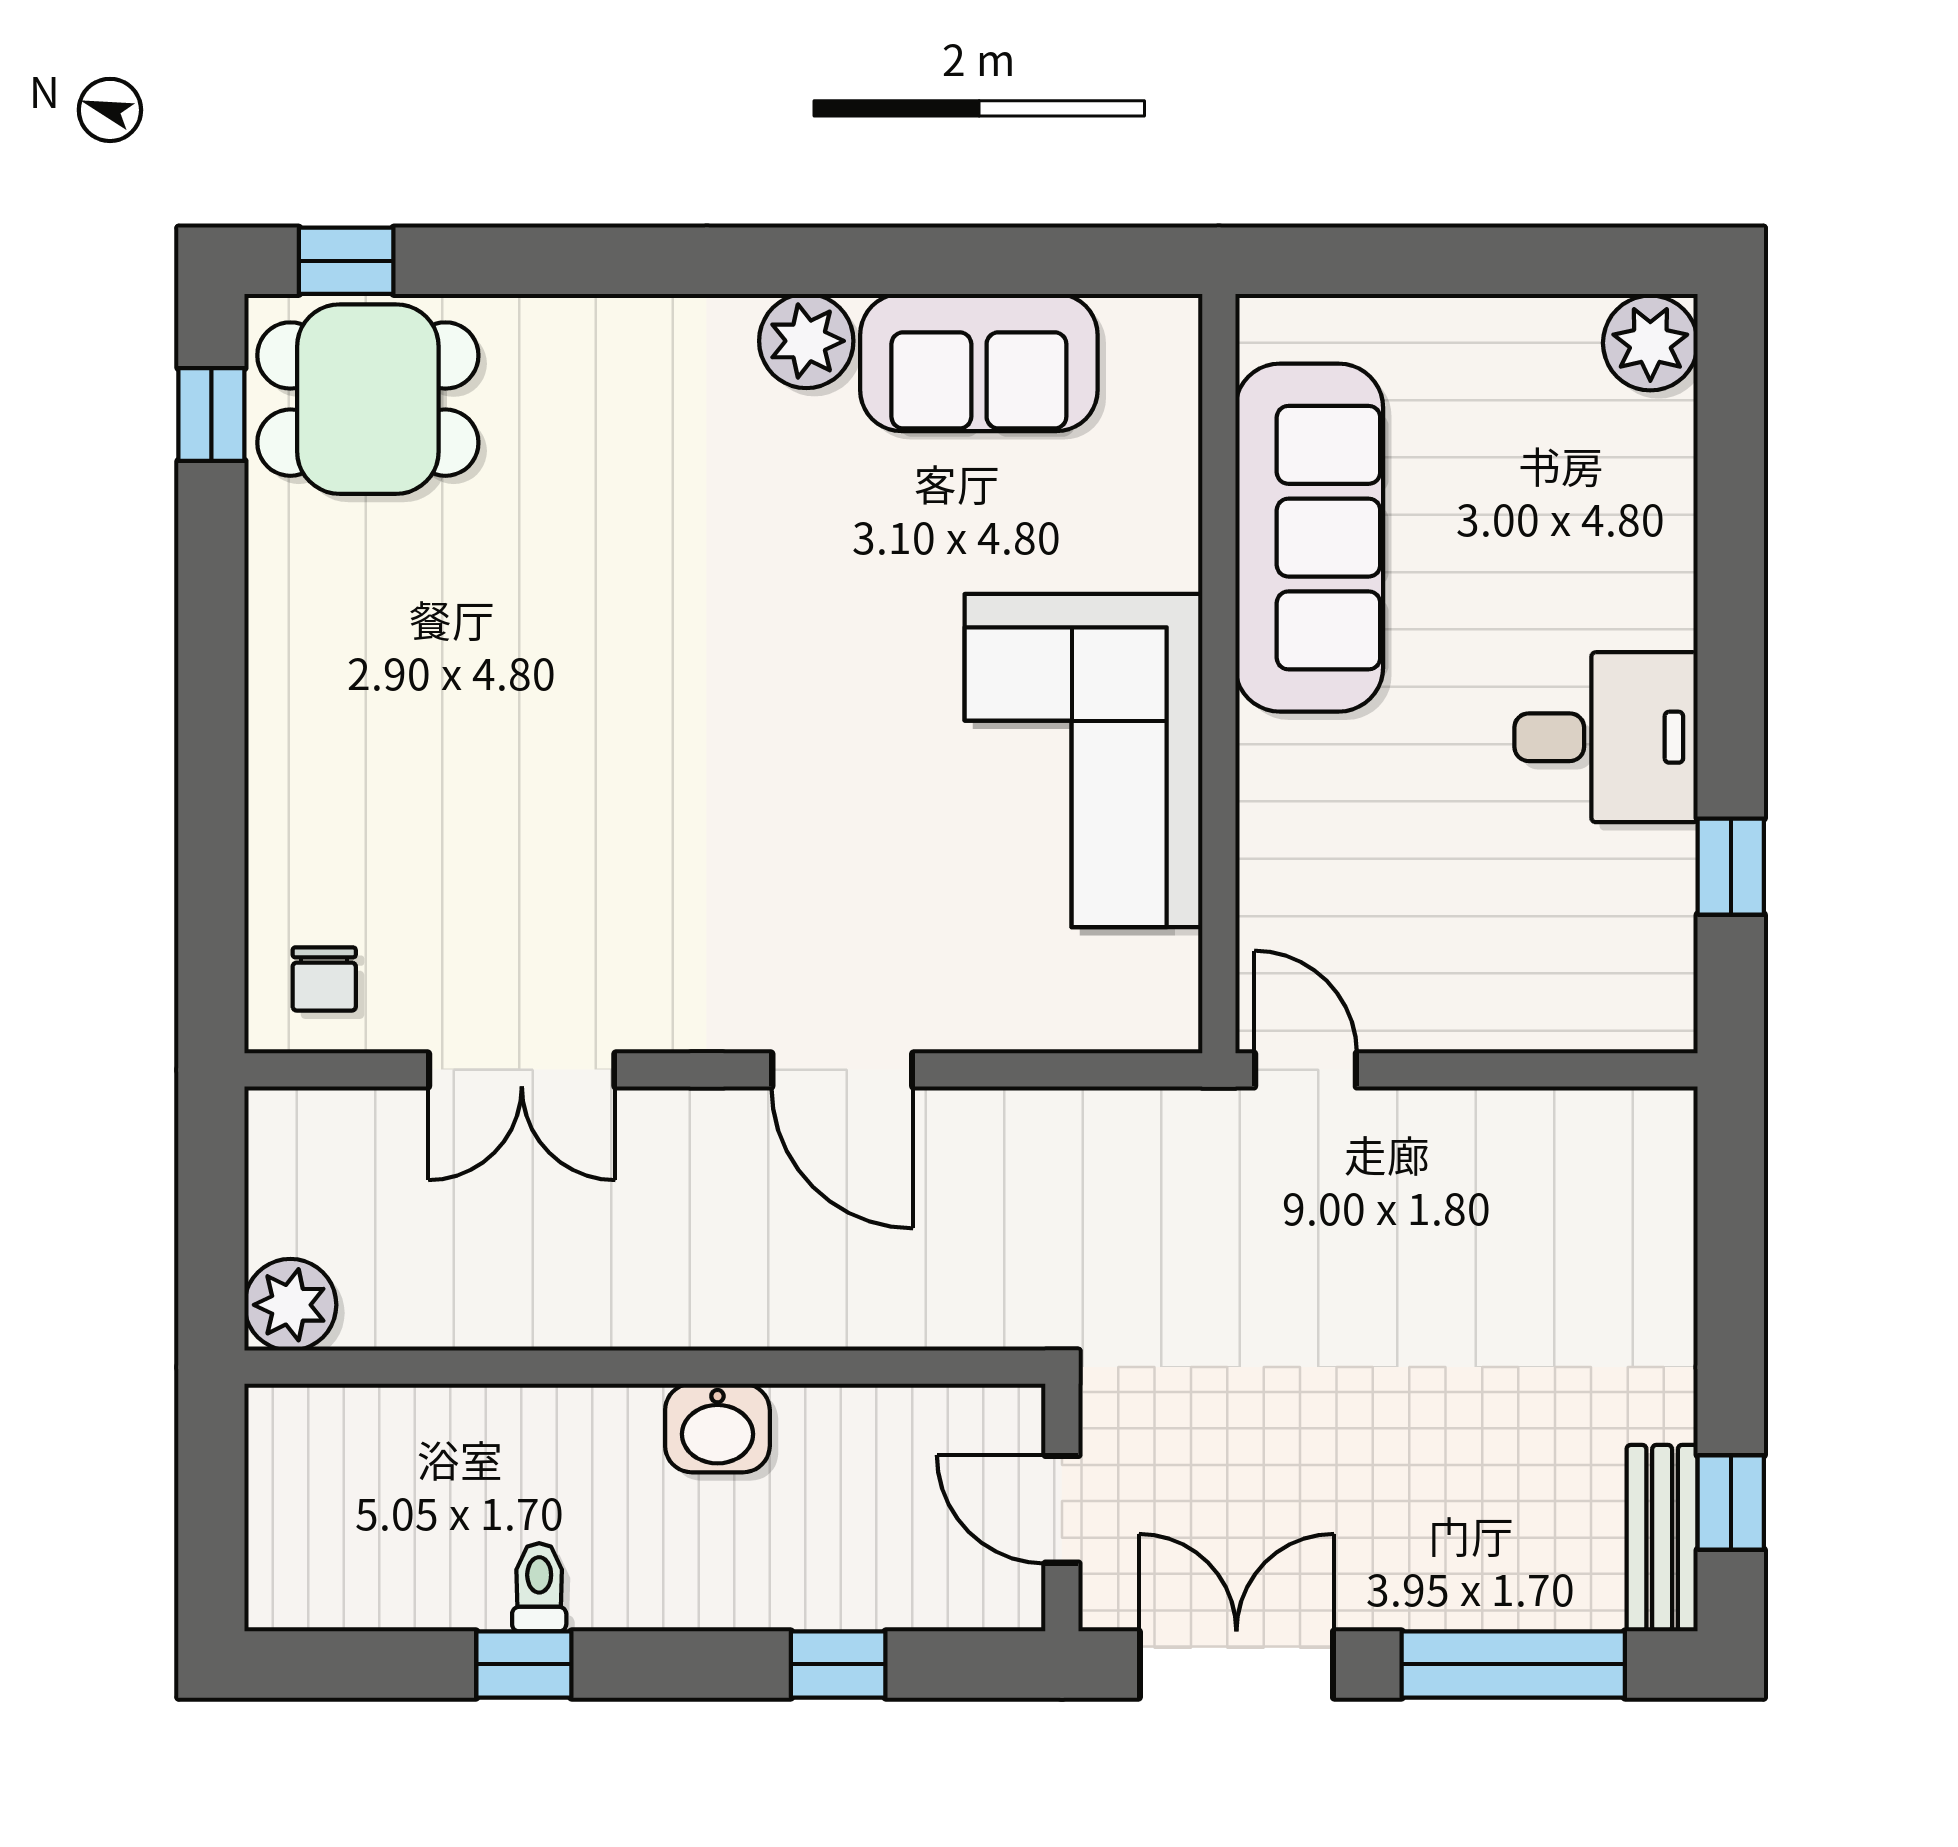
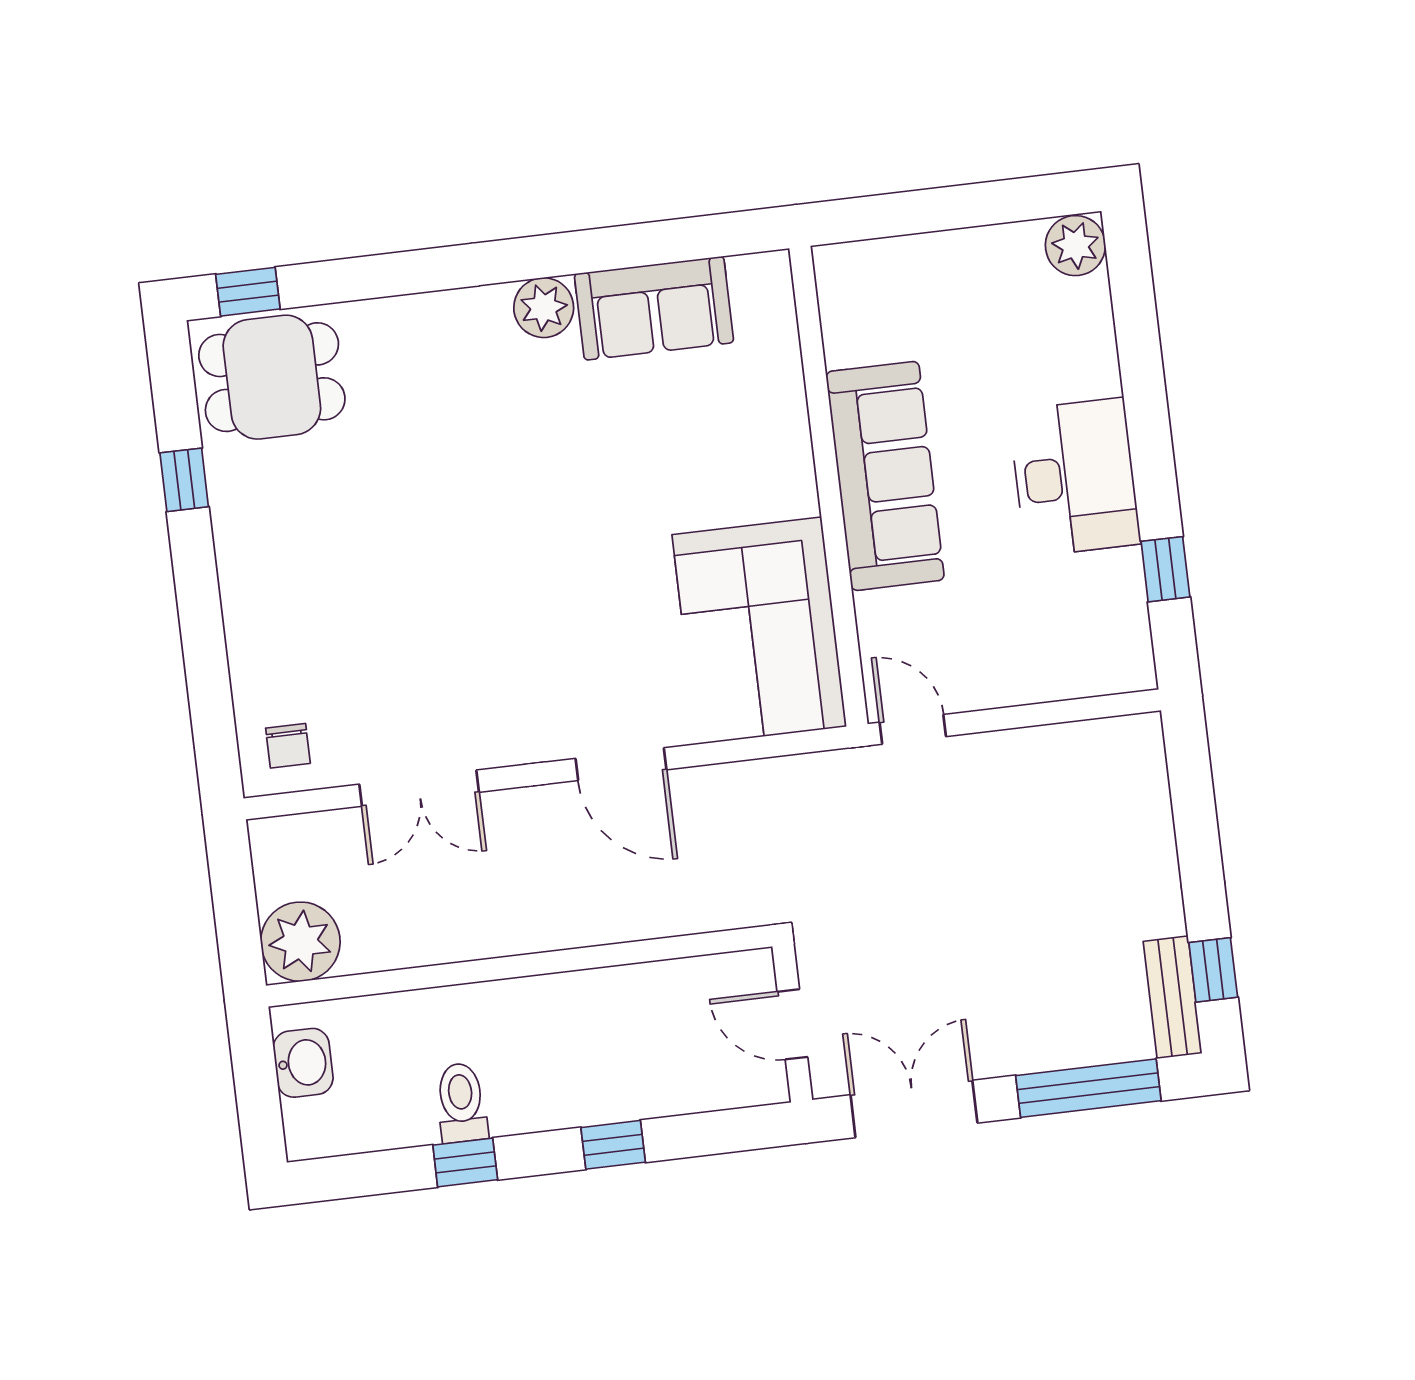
window: (211, 414) -> (184, 480), moved
sofa: (1309, 538) -> (885, 476), moved
desk: (1606, 737) -> (1075, 477), width x1.37
corner sofa: (1083, 761) -> (759, 631), moved
plant: (290, 1305) -> (300, 942), width x1.36, depth x1.36
washbasin: (717, 1428) -> (303, 1063), moved, turned -90
toilet: (539, 1587) -> (461, 1103), width x1.37, depth x1.39
window: (838, 1664) -> (613, 1145), moved

